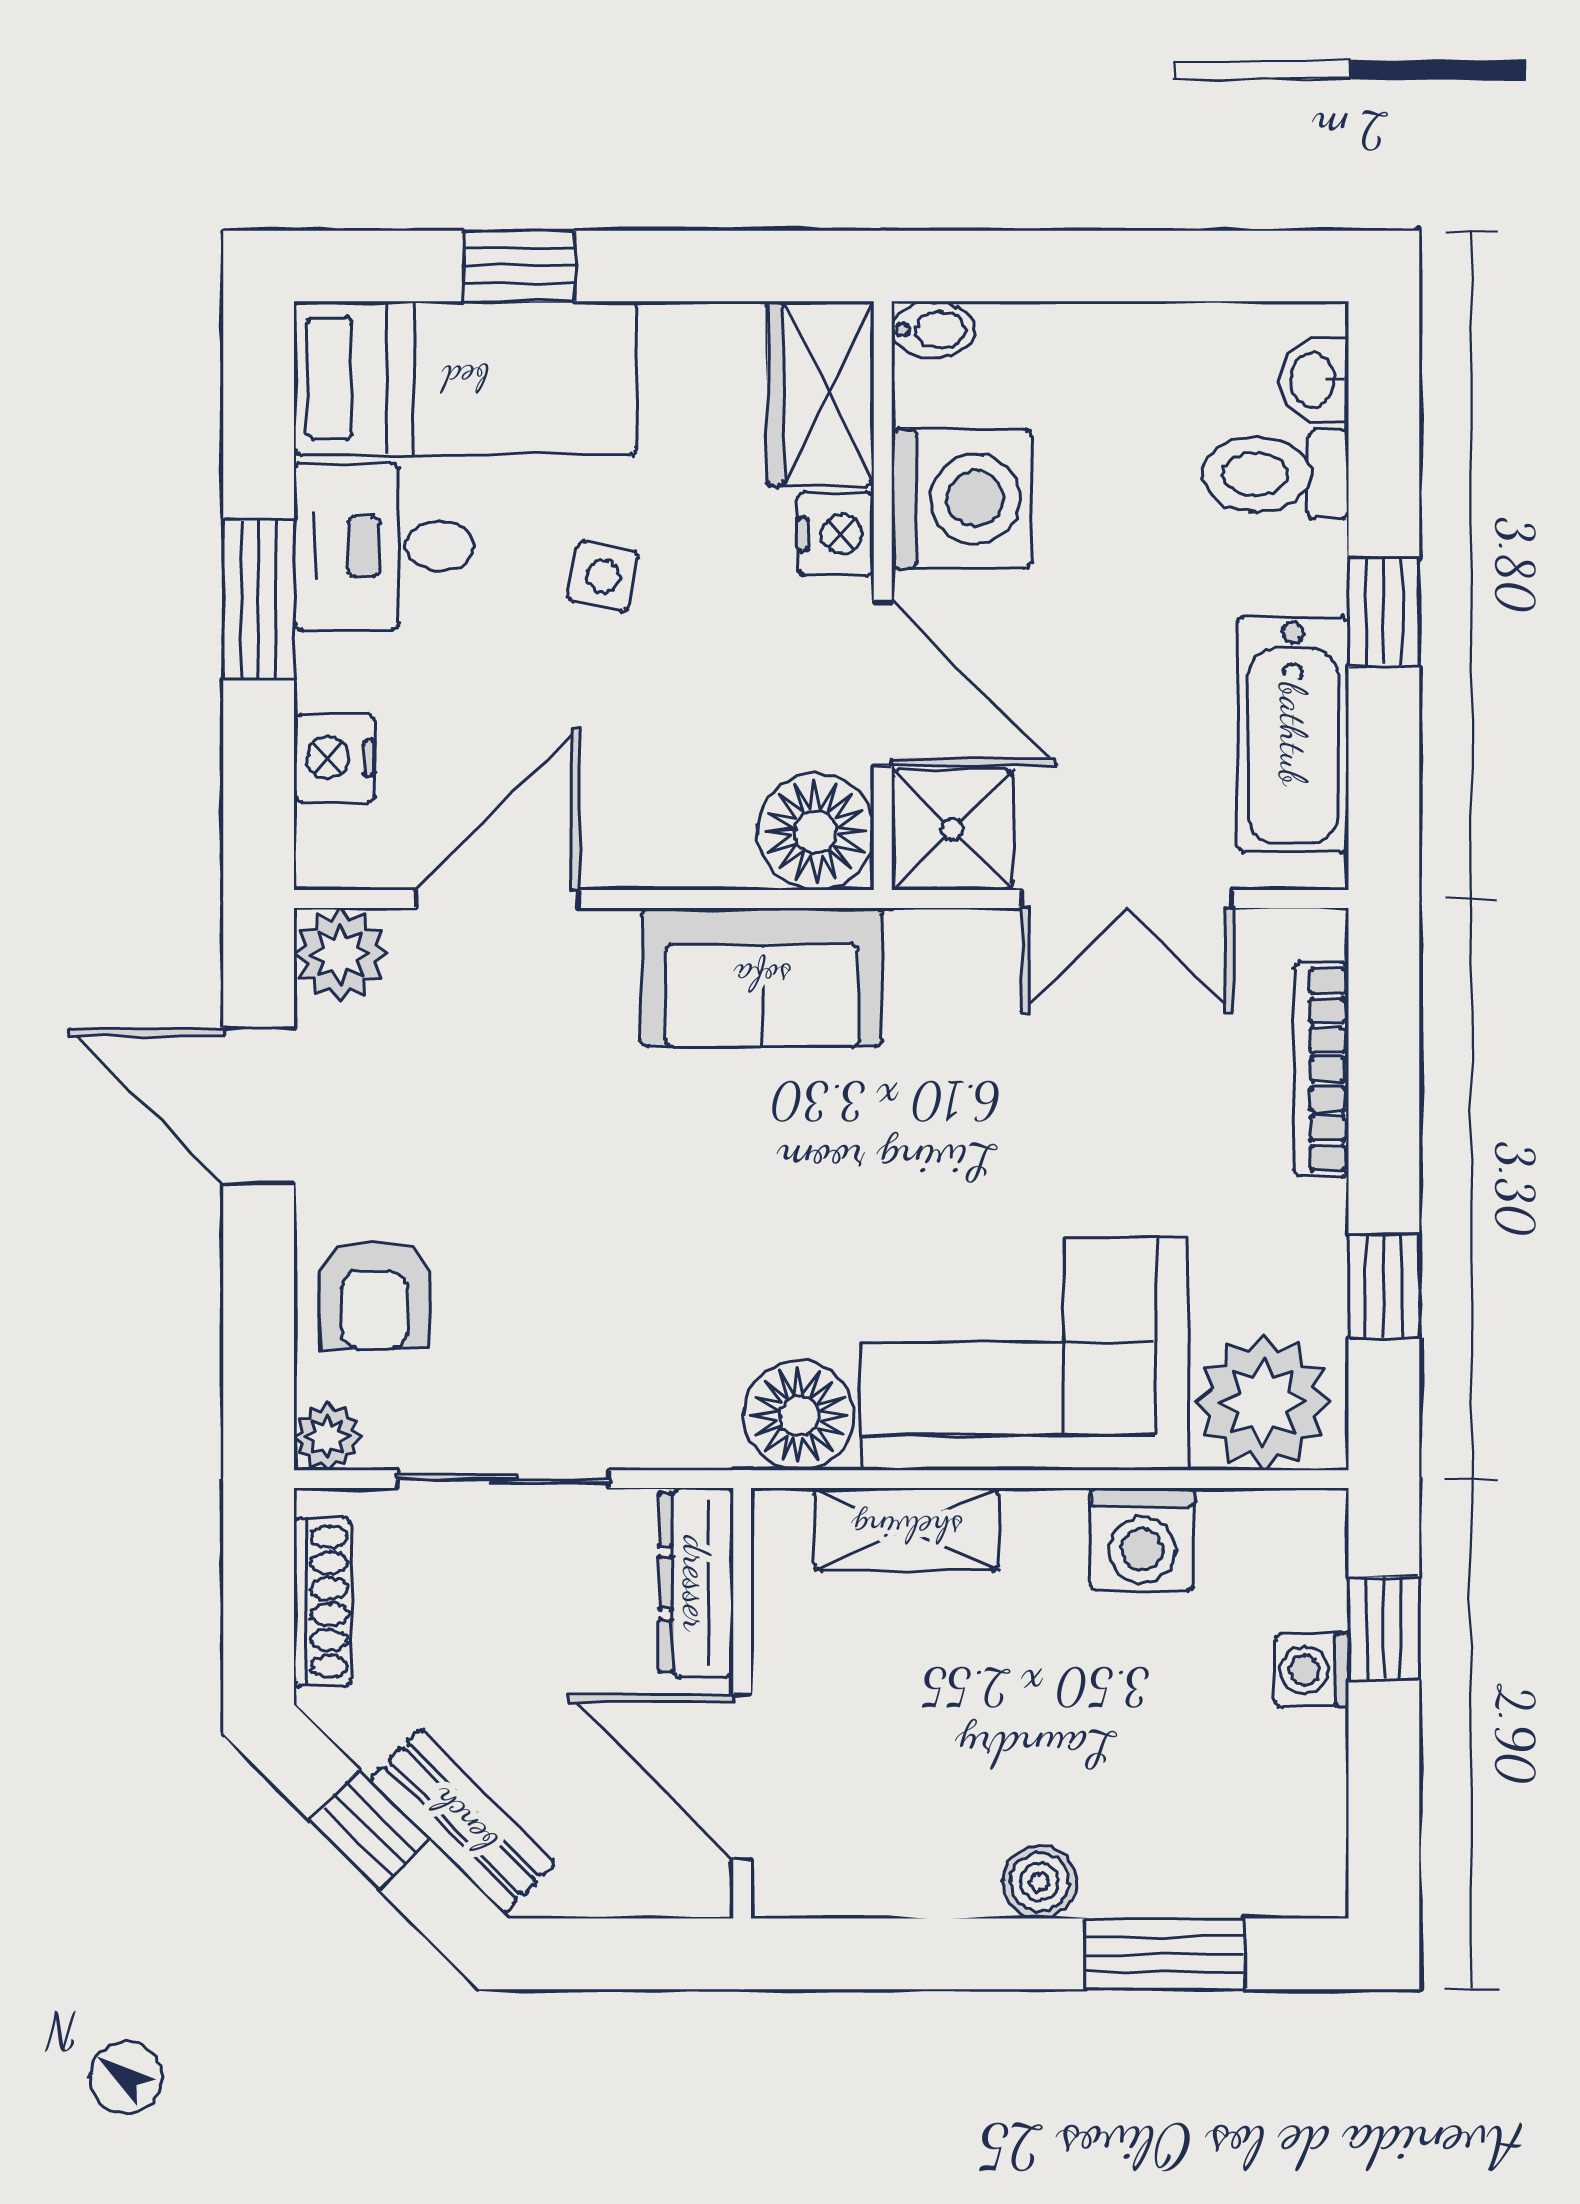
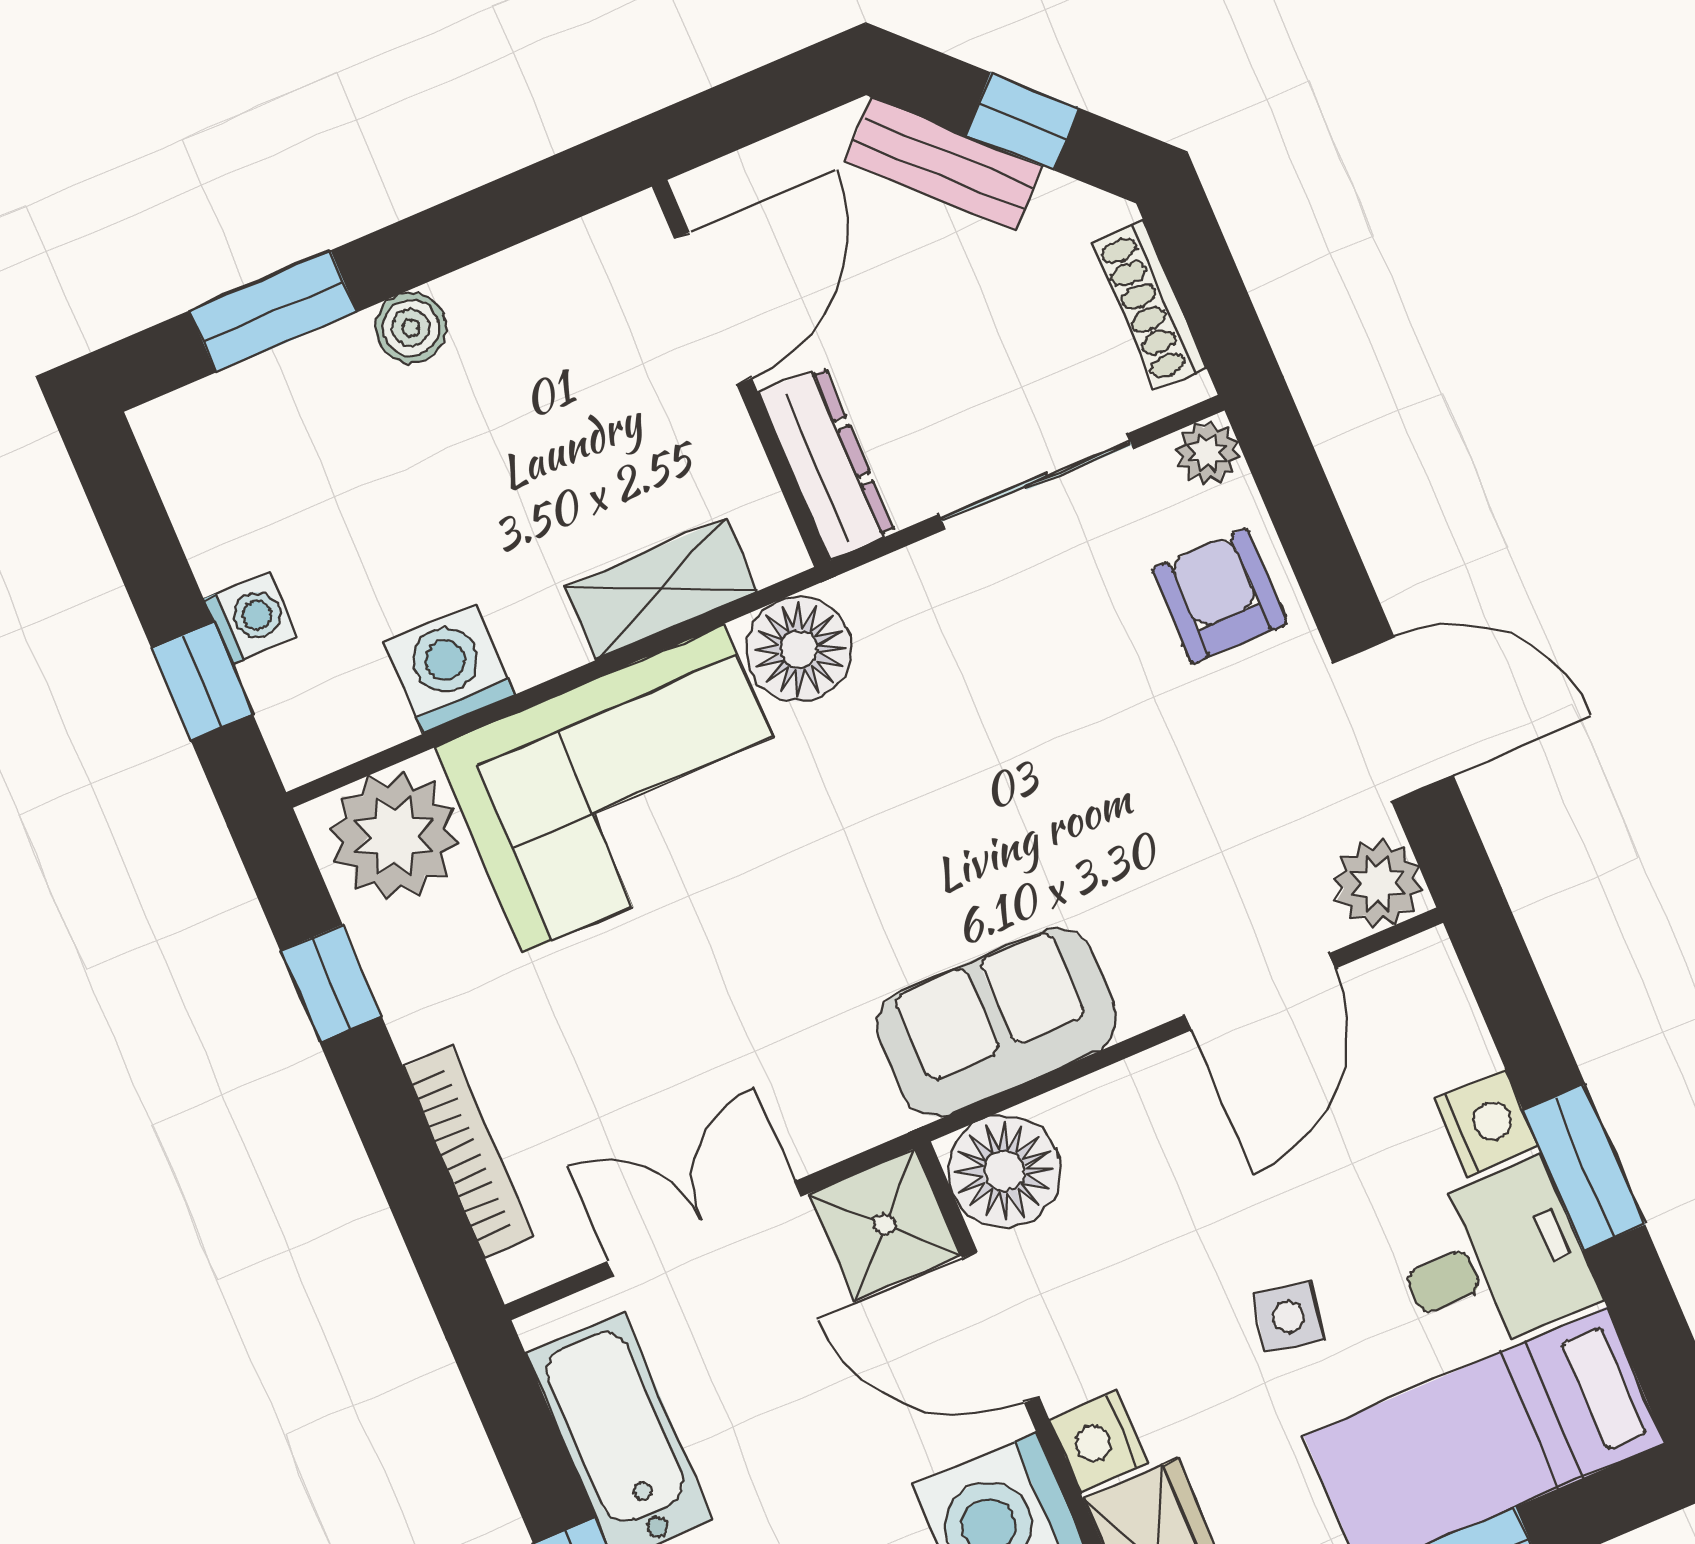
nightstand: (334, 758) -> (1486, 1123), moved
door: (742, 1777) -> (713, 308), hinge flipped

